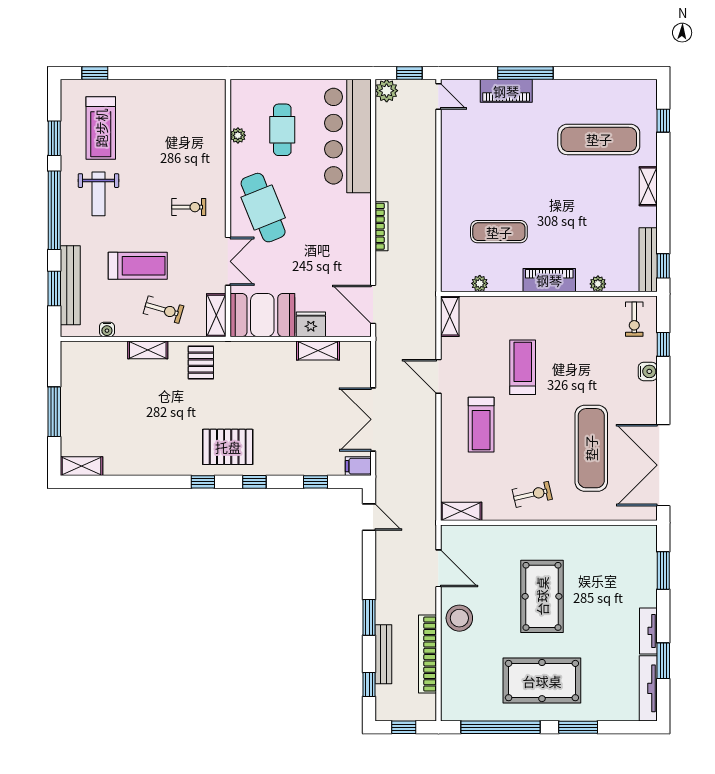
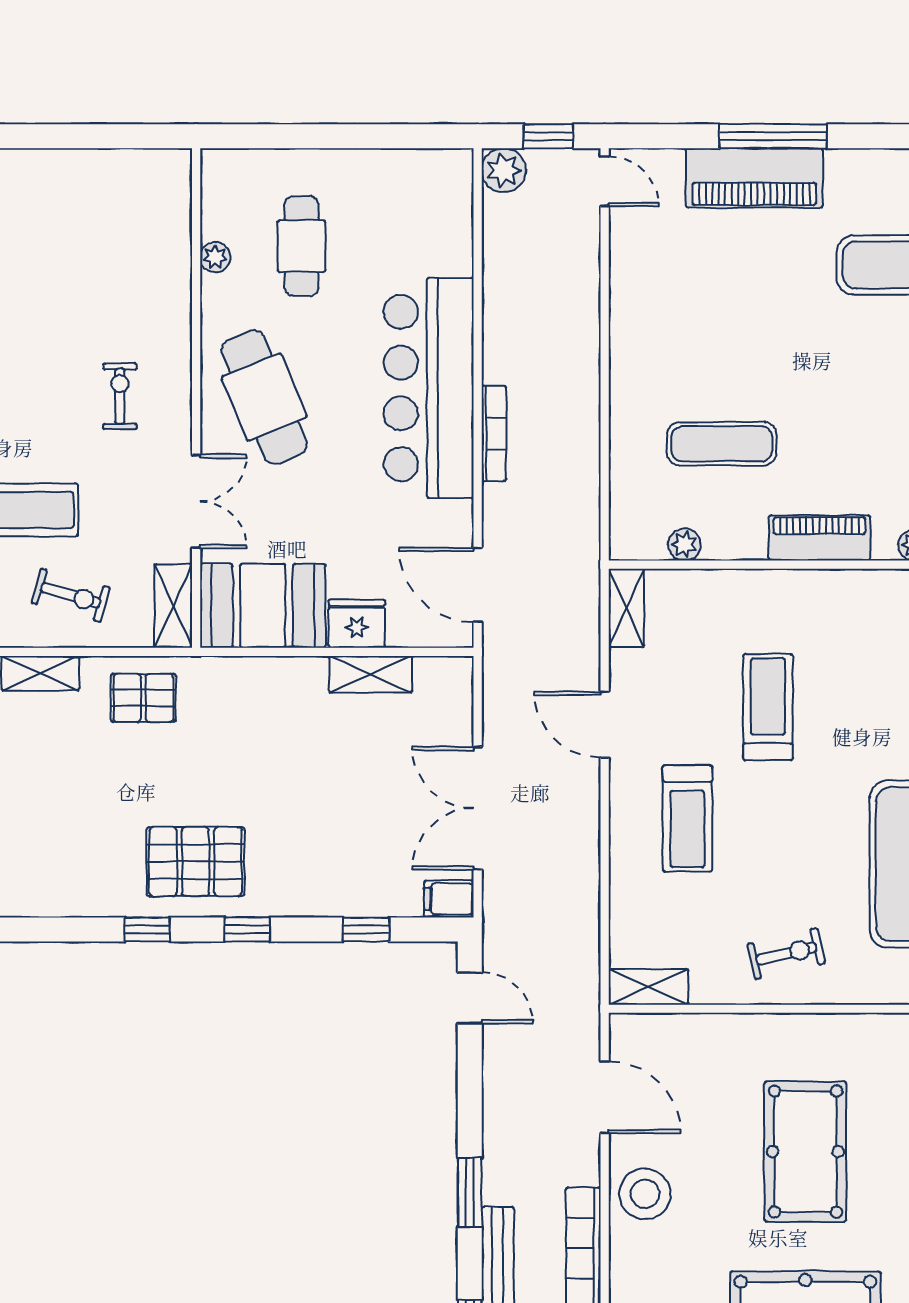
piano: (506, 91) -> (754, 178), width x1.37, depth x1.33
bar counter: (348, 136) -> (429, 388), moved
exercise bike: (189, 207) -> (120, 396), turned -90
pallet: (201, 363) -> (143, 698), turned 90

